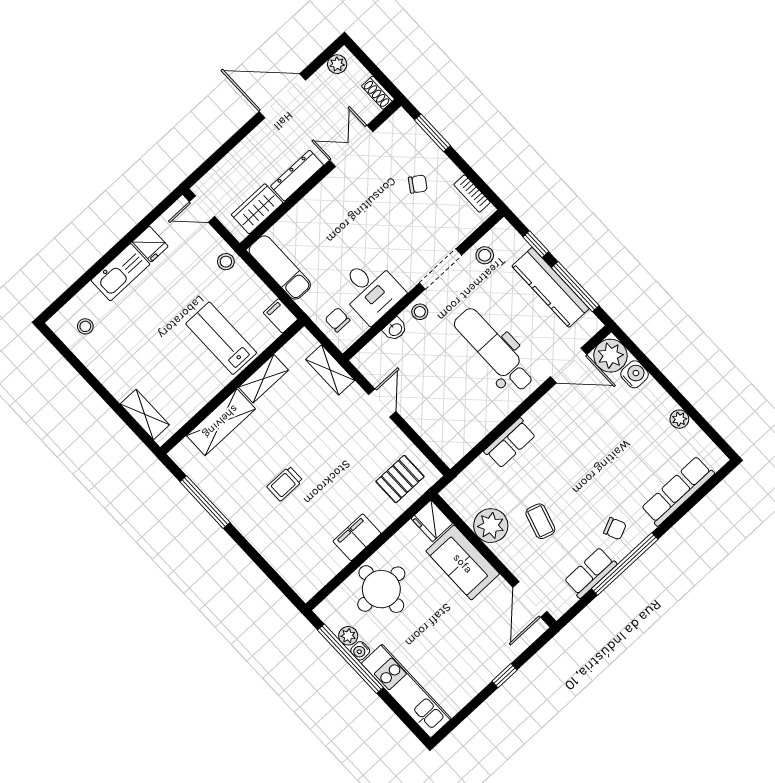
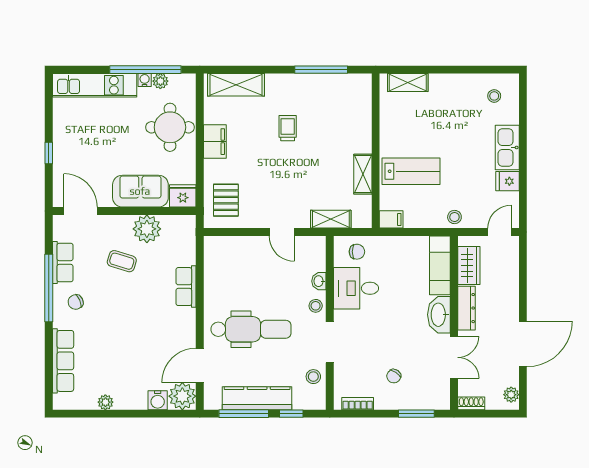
washbasin: (326, 195) -> (439, 315), added
exam couch: (280, 267) -> (440, 265), moved, turned 90
shelving: (221, 422) -> (236, 85), moved, turned 90

